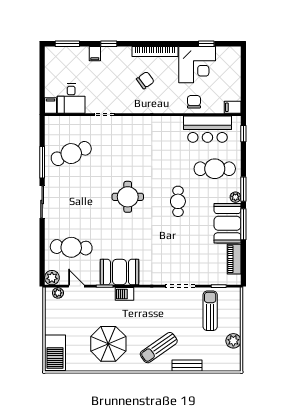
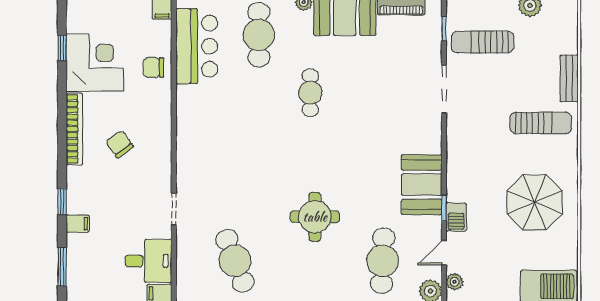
round table: (128, 197) -> (315, 217), moved
cafe table: (178, 201) -> (310, 93), turned 90
barbecue: (125, 294) -> (456, 217), moved
sun lounger: (159, 348) -> (541, 123), turned -55

